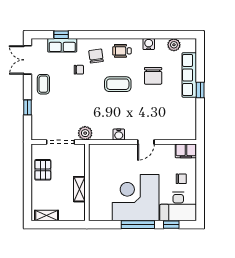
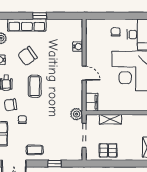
chair: (153, 76) -> (28, 56), turned 145
water cooler: (119, 134) -> (78, 46), moved
door: (146, 142) -> (84, 73), moved
filing cabinet: (186, 151) -> (92, 102), moved
shelving: (79, 189) -> (110, 119), moved

